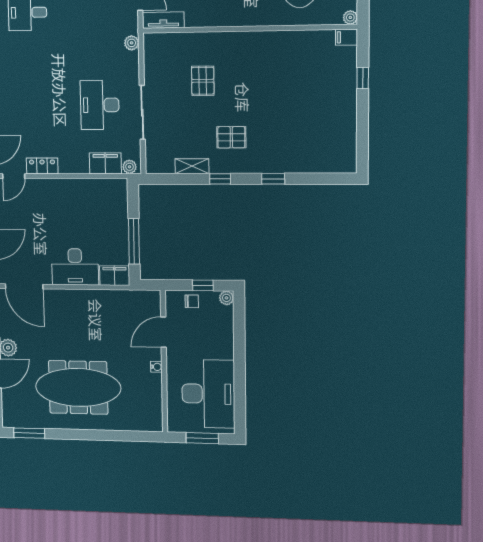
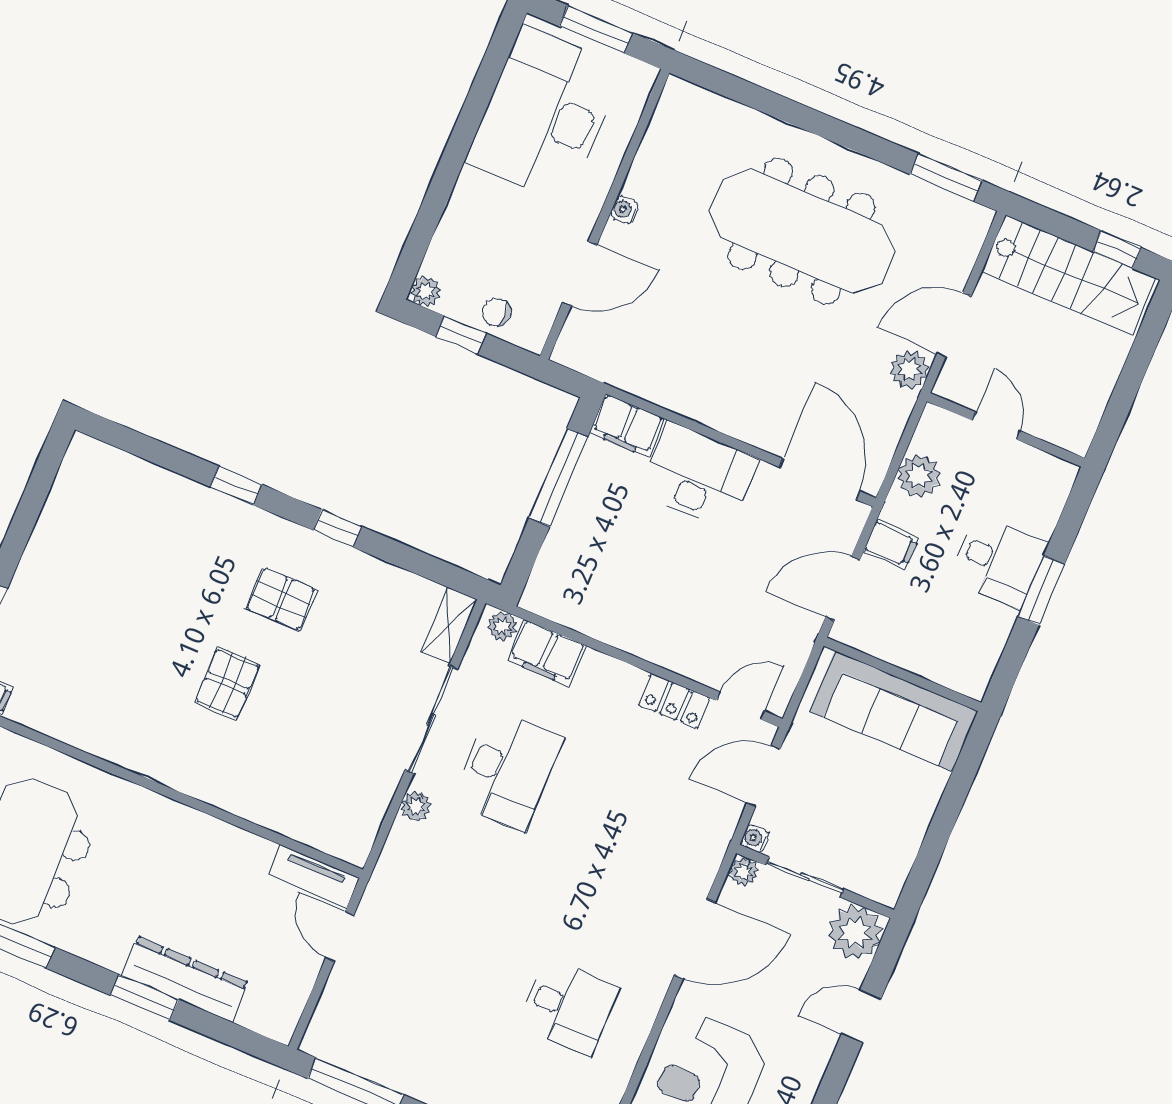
plant: (132, 43) -> (416, 806), moved
pallet: (203, 81) -> (227, 683), moved
shelving: (192, 166) -> (449, 626), moved, turned 90

